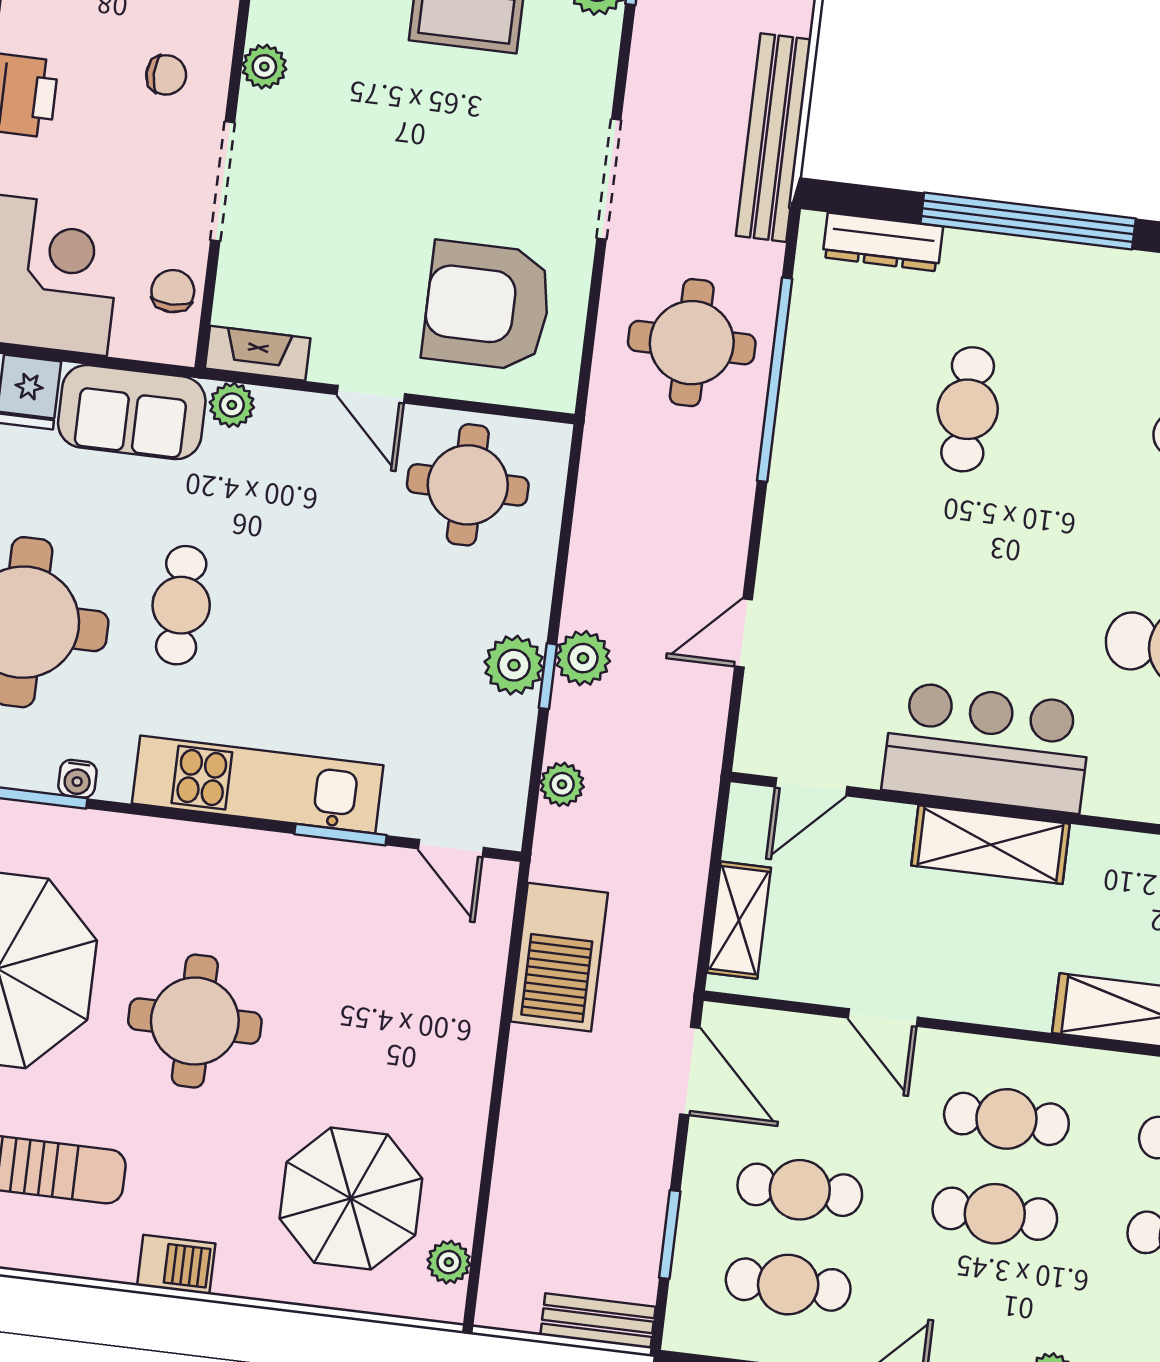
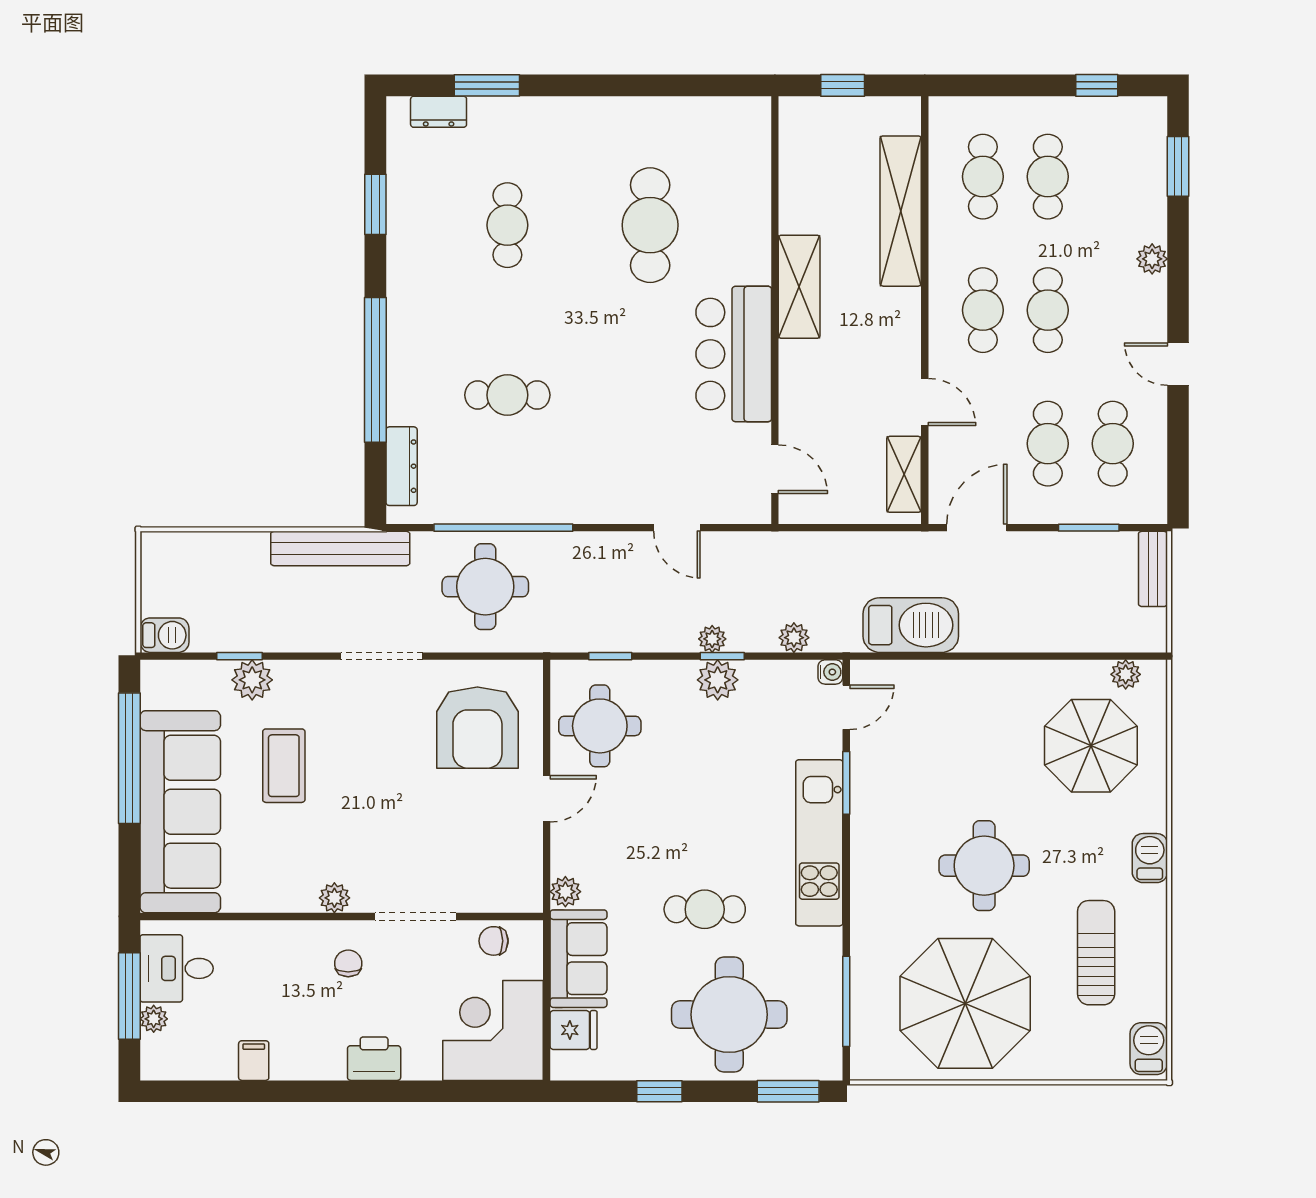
fireplace: (258, 353) -> (528, 879), removed
window: (568, 513) -> (610, 656), added
plant: (583, 658) -> (712, 639), width x0.73, depth x0.73
water cooler: (77, 779) -> (830, 672), moved
shelving: (990, 845) -> (799, 287), moved
shelving: (739, 920) -> (904, 474), moved, turned 90
door: (883, 1018) -> (925, 402), hinge flipped

